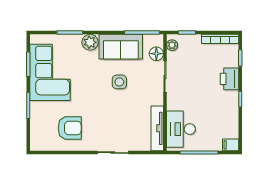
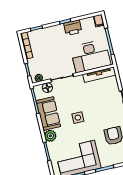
printer: (229, 79) -> (73, 28), moved
side table: (119, 82) -> (78, 118), moved
desk: (181, 129) -> (91, 56), width x1.36, depth x1.30

